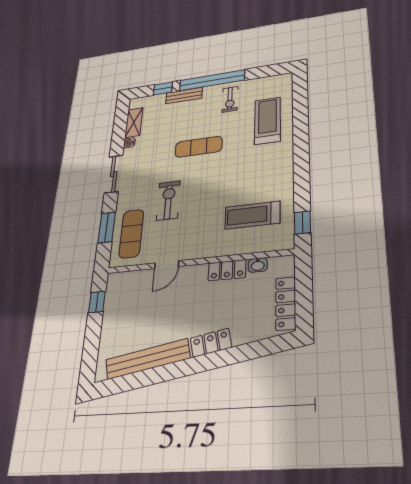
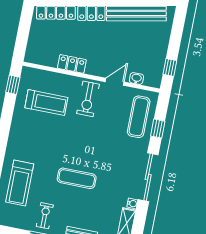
sliding door: (114, 174) -> (148, 177), width x1.37
exercise bike: (168, 200) -> (88, 99), moved
window: (107, 227) -> (158, 129), width x0.67
washbasin: (258, 265) -> (136, 78), moved
locker: (286, 303) -> (56, 13), moved, turned 79

